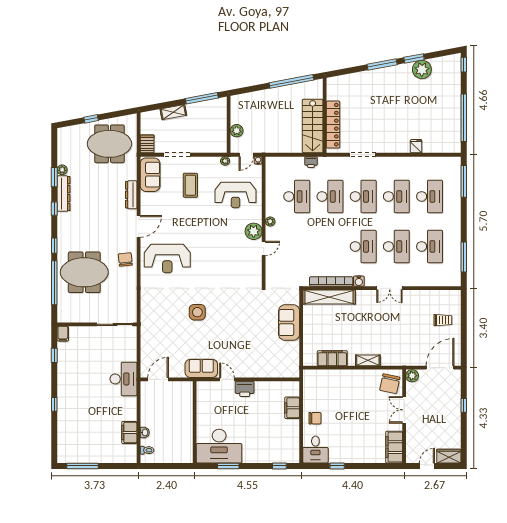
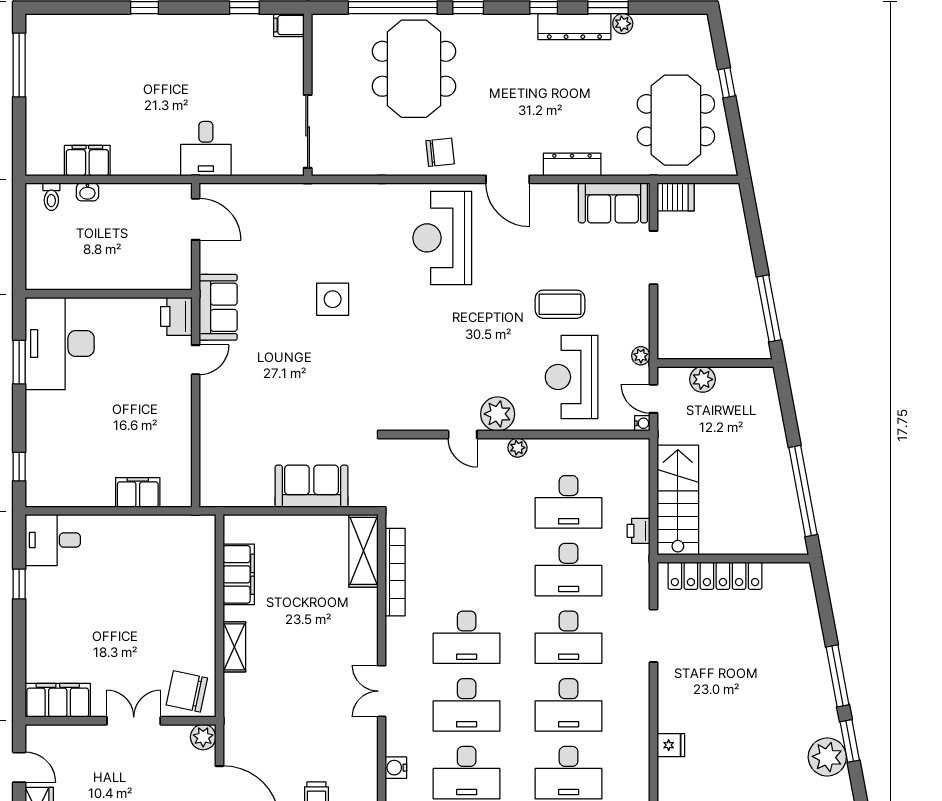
shelving: (173, 112) -> (740, 250), removed
stairs: (313, 126) -> (678, 500), moved, turned 90
coffee table: (190, 185) -> (560, 304), moved
water cooler: (359, 281) -> (396, 768), moved
shelving: (329, 297) -> (363, 551), width x0.68
desk: (123, 379) -> (206, 149), width x0.73
printer: (245, 389) -> (176, 316), moved
chair: (315, 418) -> (117, 539), removed

